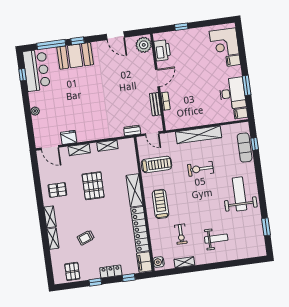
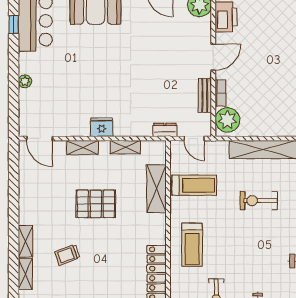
plant: (173, 118) -> (227, 120), added
fridge: (69, 137) -> (102, 127), moved
pallet: (93, 186) -> (96, 204), turned 90
pallet: (57, 190) -> (42, 203), removed
shelving: (135, 190) -> (156, 189), moved
treadmill: (160, 204) -> (192, 245), turned 180
trolley: (86, 238) -> (67, 255), moved

